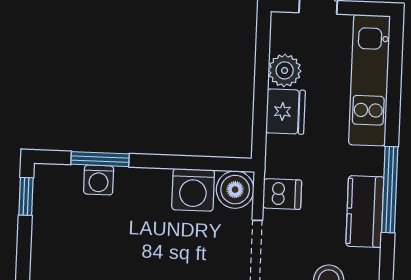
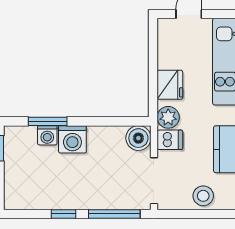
plant: (285, 70) -> (168, 117), moved
washing machine: (193, 190) -> (72, 139), moved

